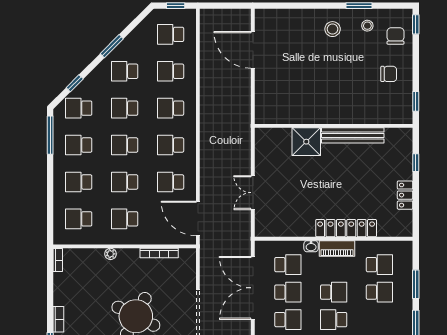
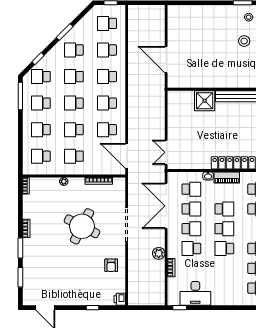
stool: (333, 29) -> (244, 41), moved
door: (253, 50) -> (166, 60), moved
double door: (253, 193) -> (166, 152), moved
school desk: (334, 320) -> (224, 229), turned 180

